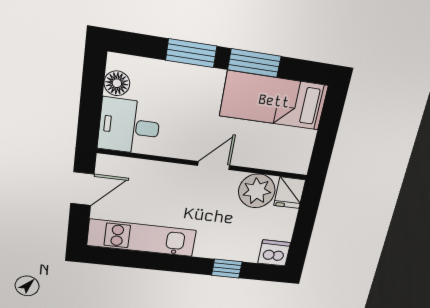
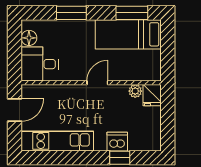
window: (254, 63) -> (132, 13), moved
plant: (257, 191) -> (135, 91), width x0.53, depth x0.53
dishwasher: (274, 253) -> (117, 142), moved

